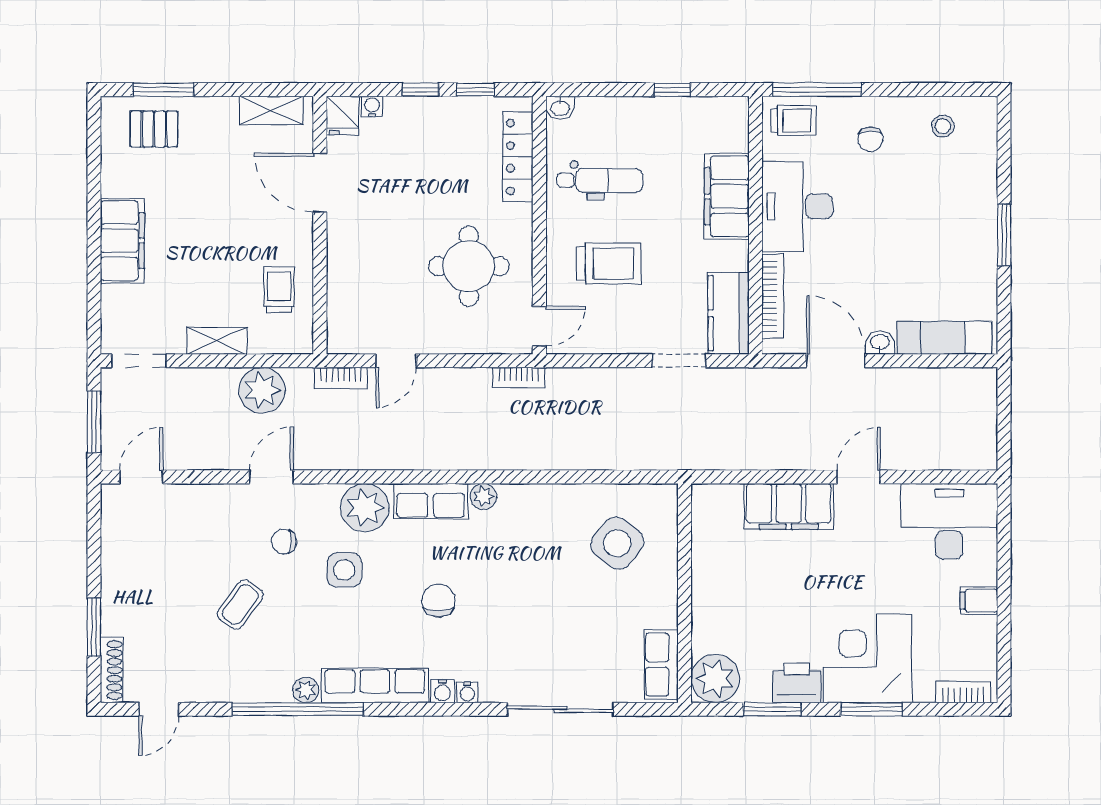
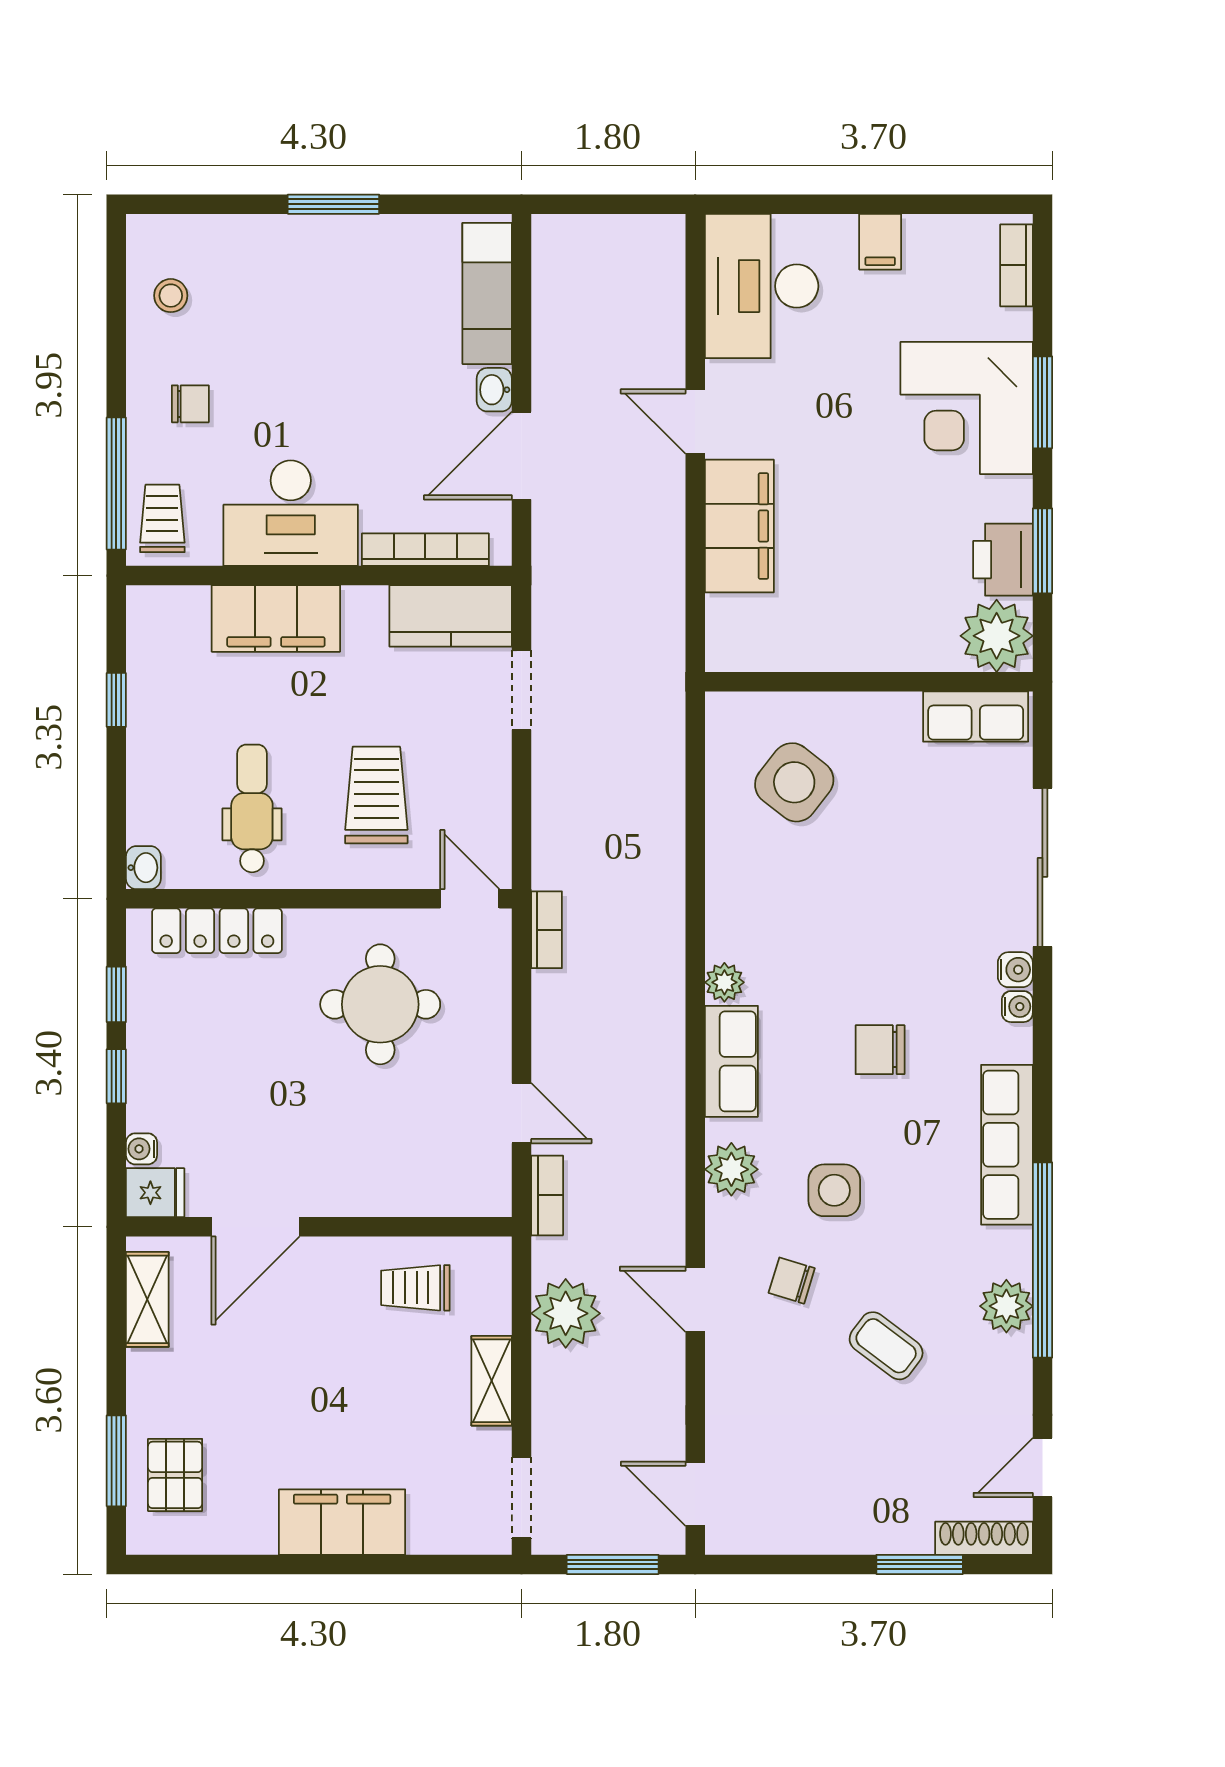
plant: (365, 508) -> (731, 1169), width x0.73, depth x0.73
chair: (284, 541) -> (792, 1281), turned 107
printer: (797, 683) -> (1003, 560), moved
plant: (306, 690) -> (1006, 1306), moved, width x1.38, depth x1.38
water cooler: (443, 691) -> (1015, 970), moved
door: (159, 709) -> (1042, 1467), swing flipped

